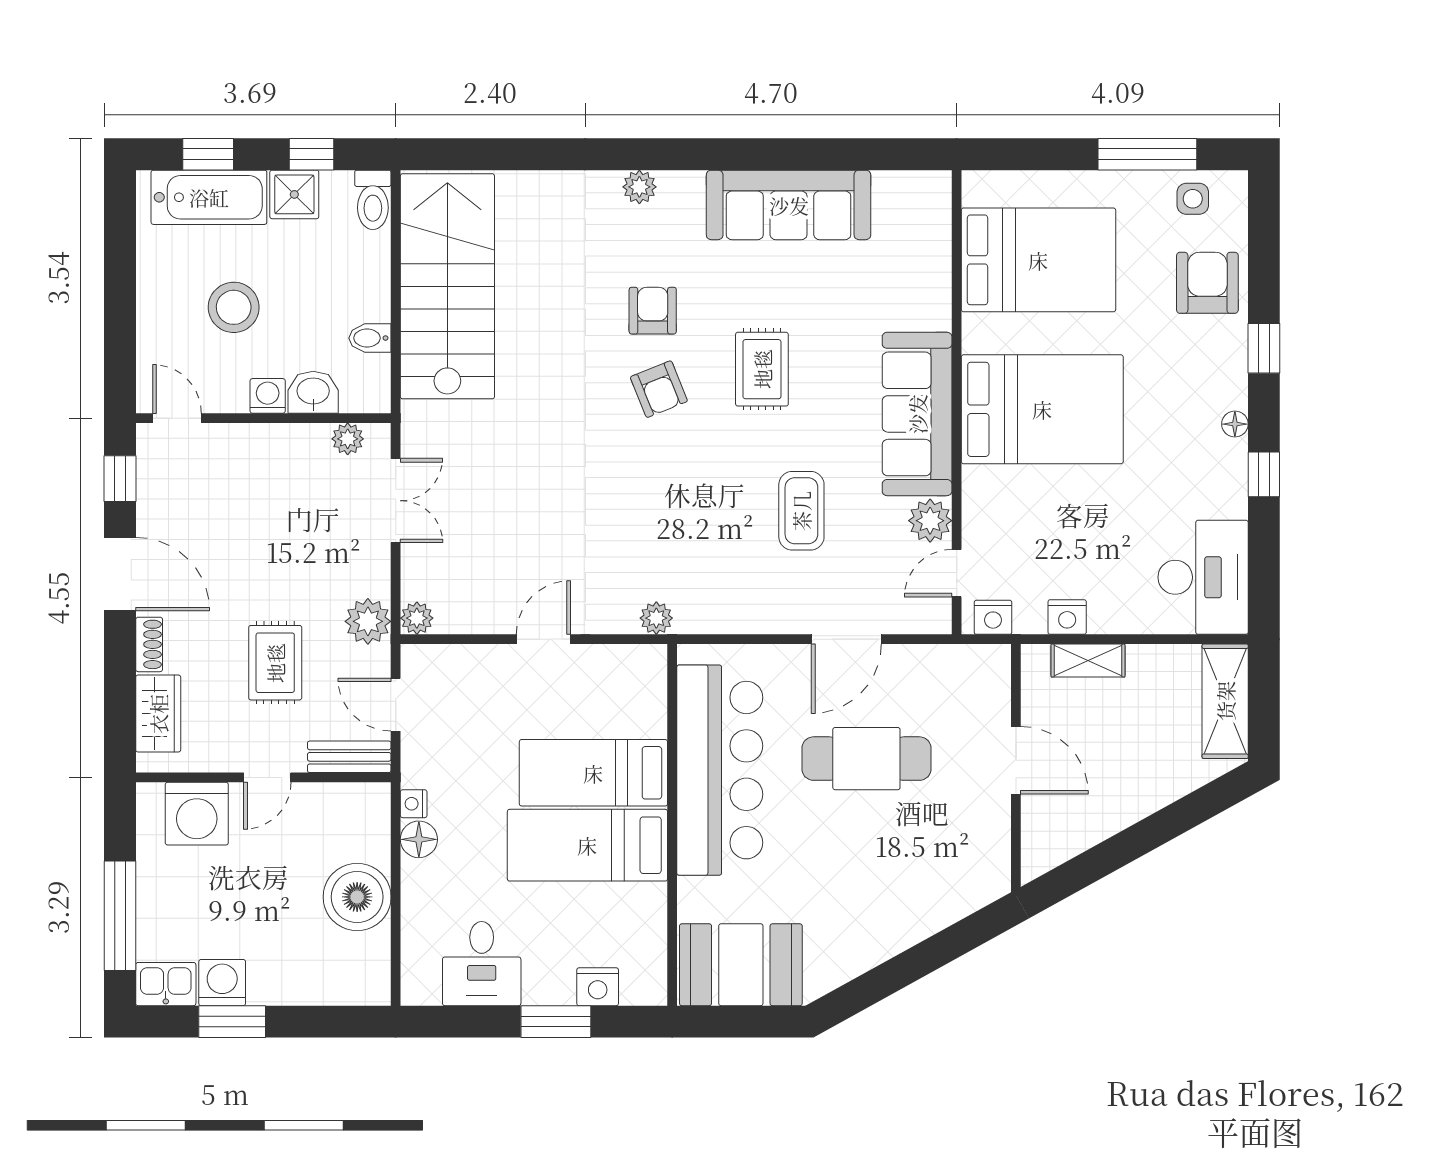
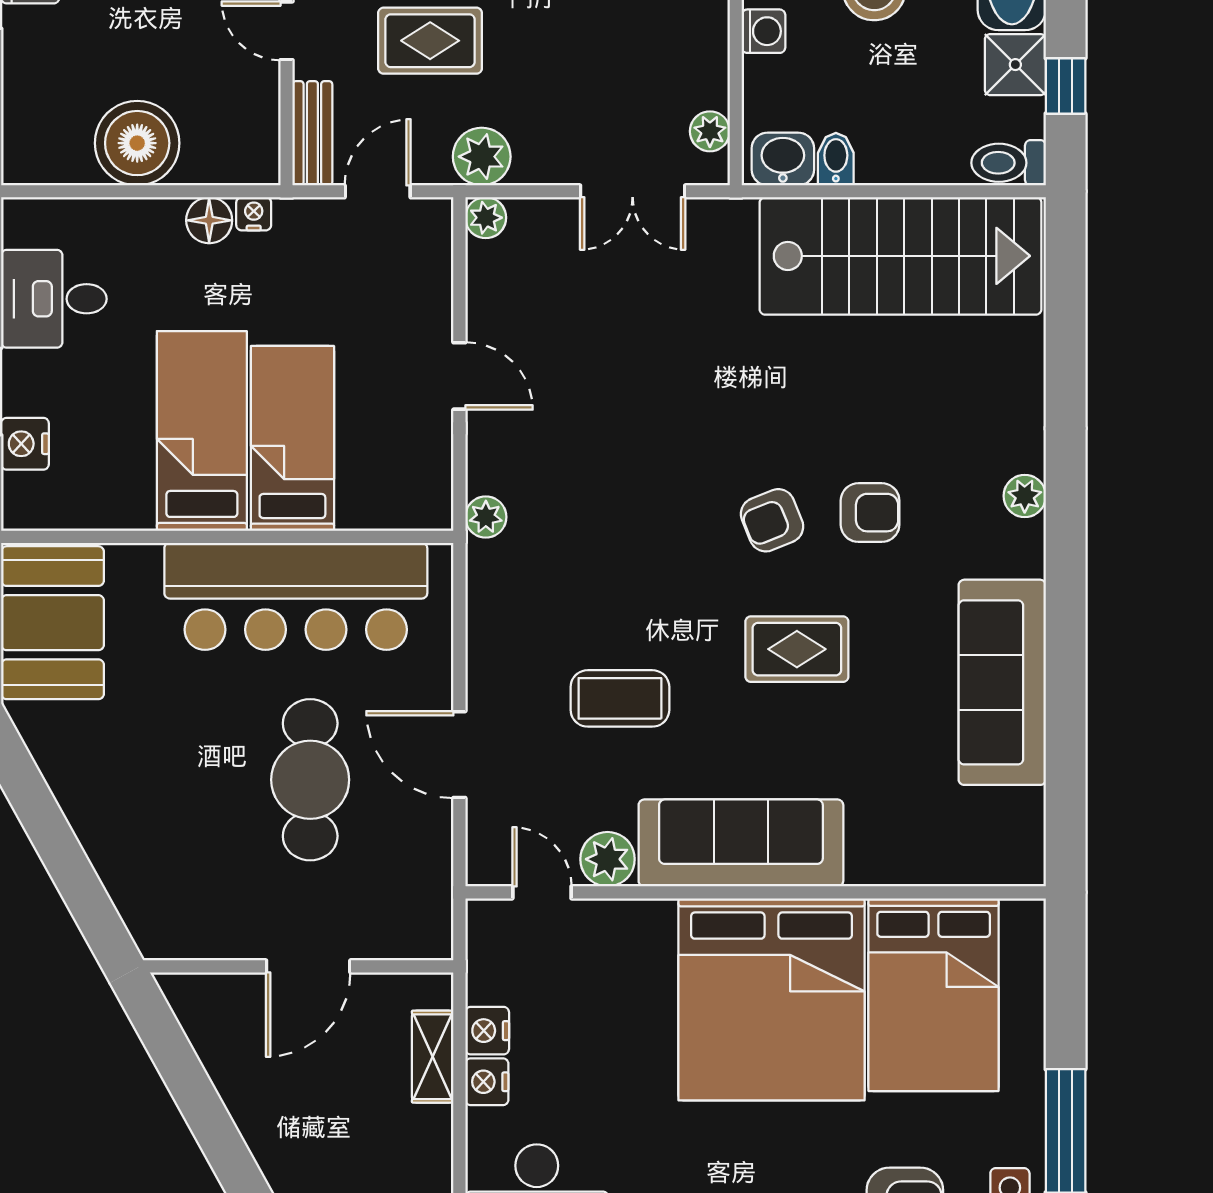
washbasin: (313, 392) -> (783, 159), moved, turned -90
bed: (1042, 409) -> (772, 999), width x1.36
nightstand: (993, 617) -> (487, 1082), moved

